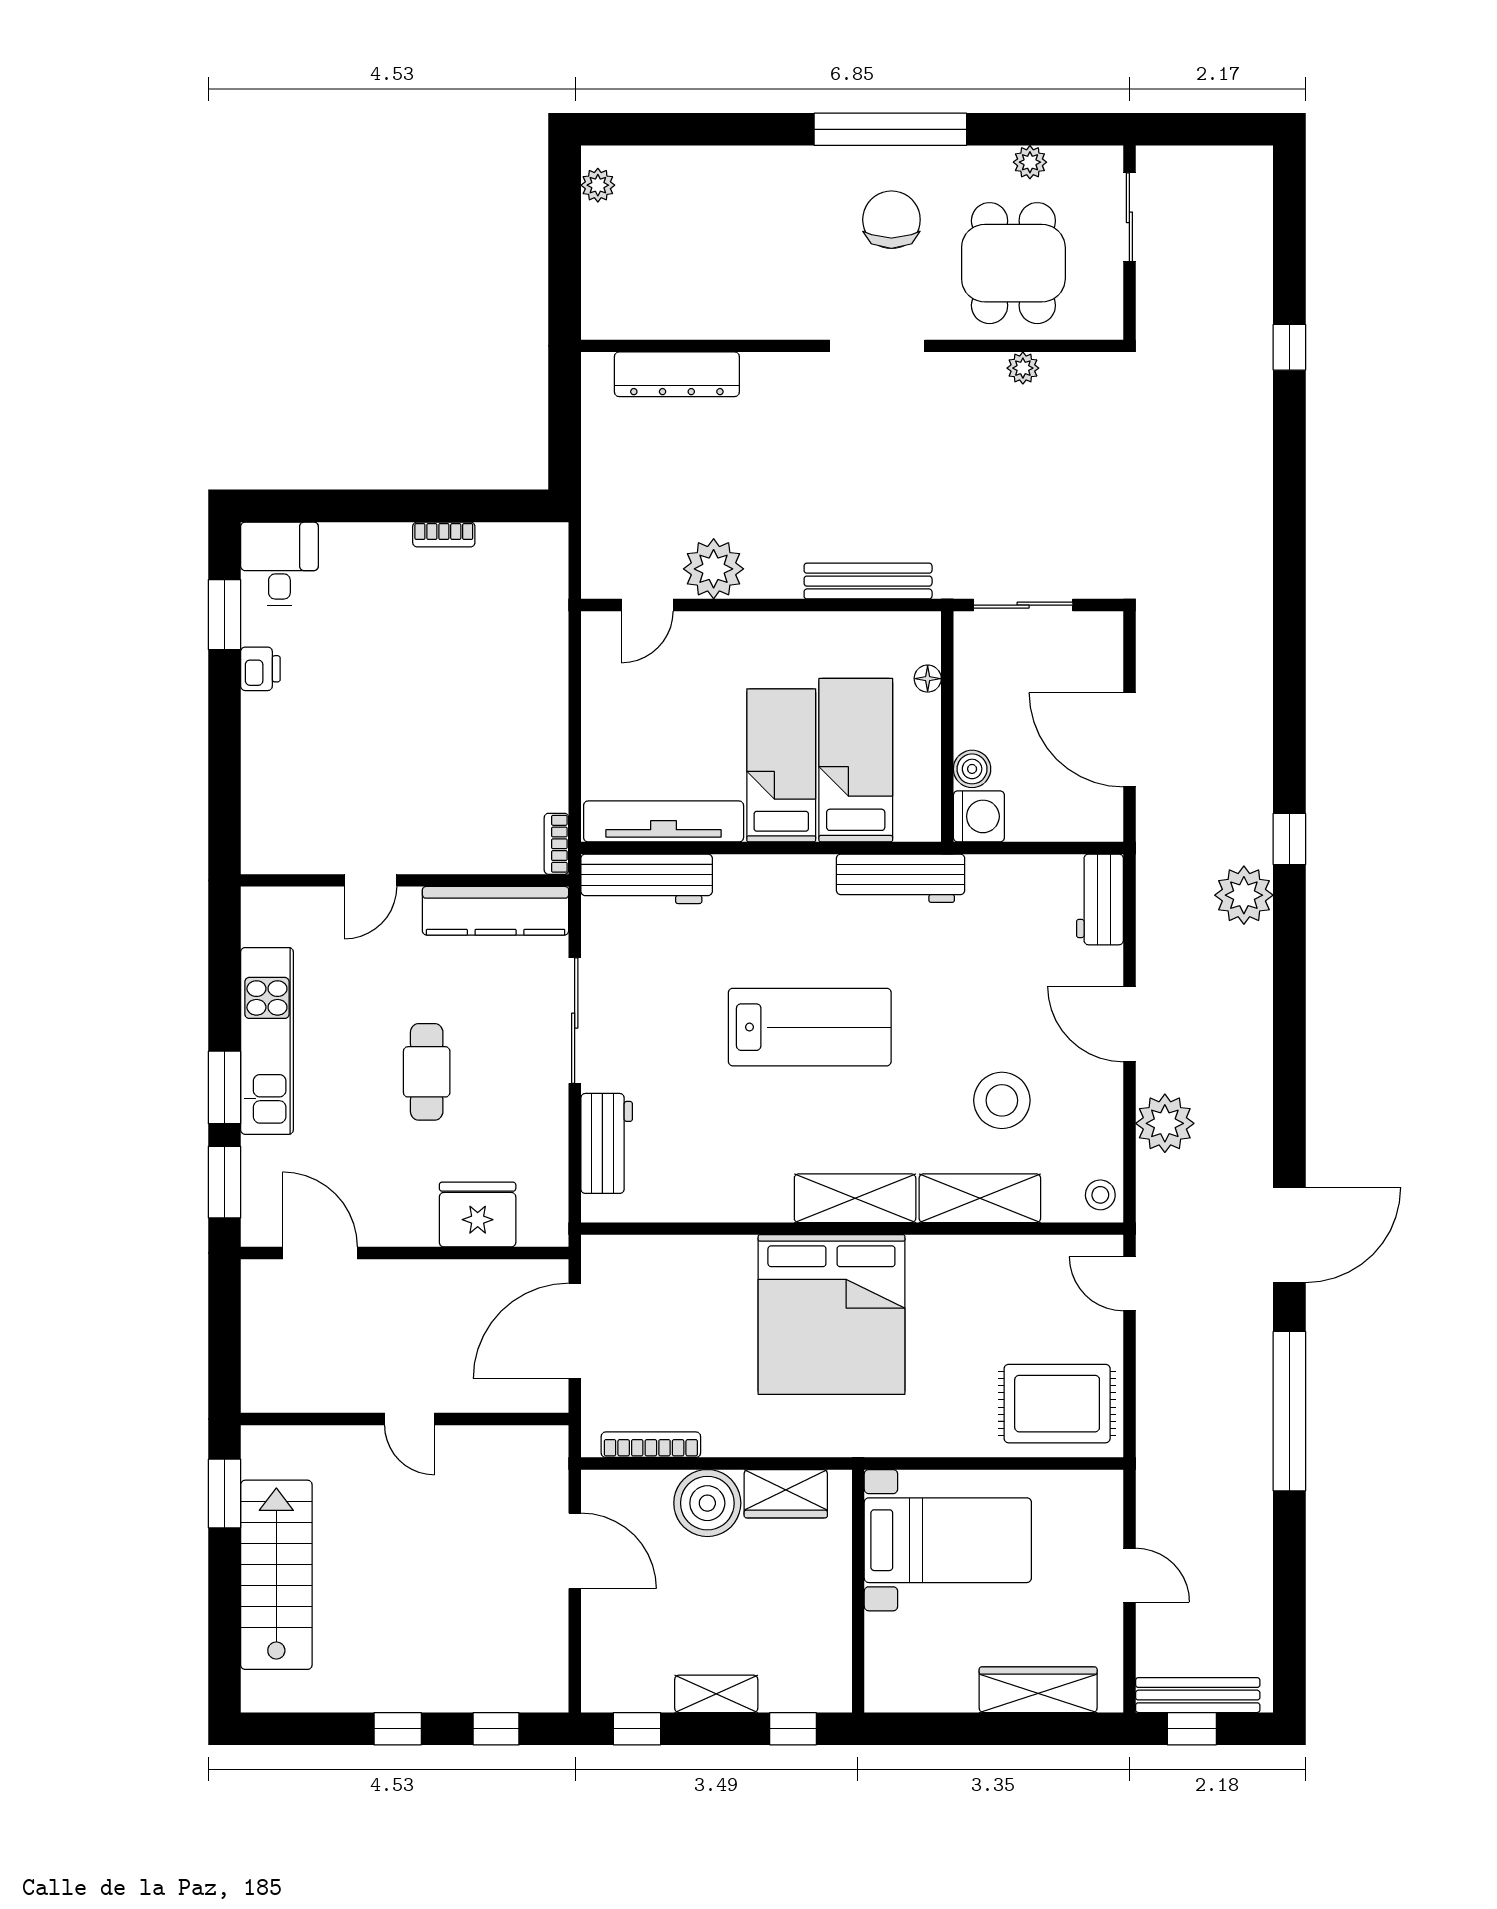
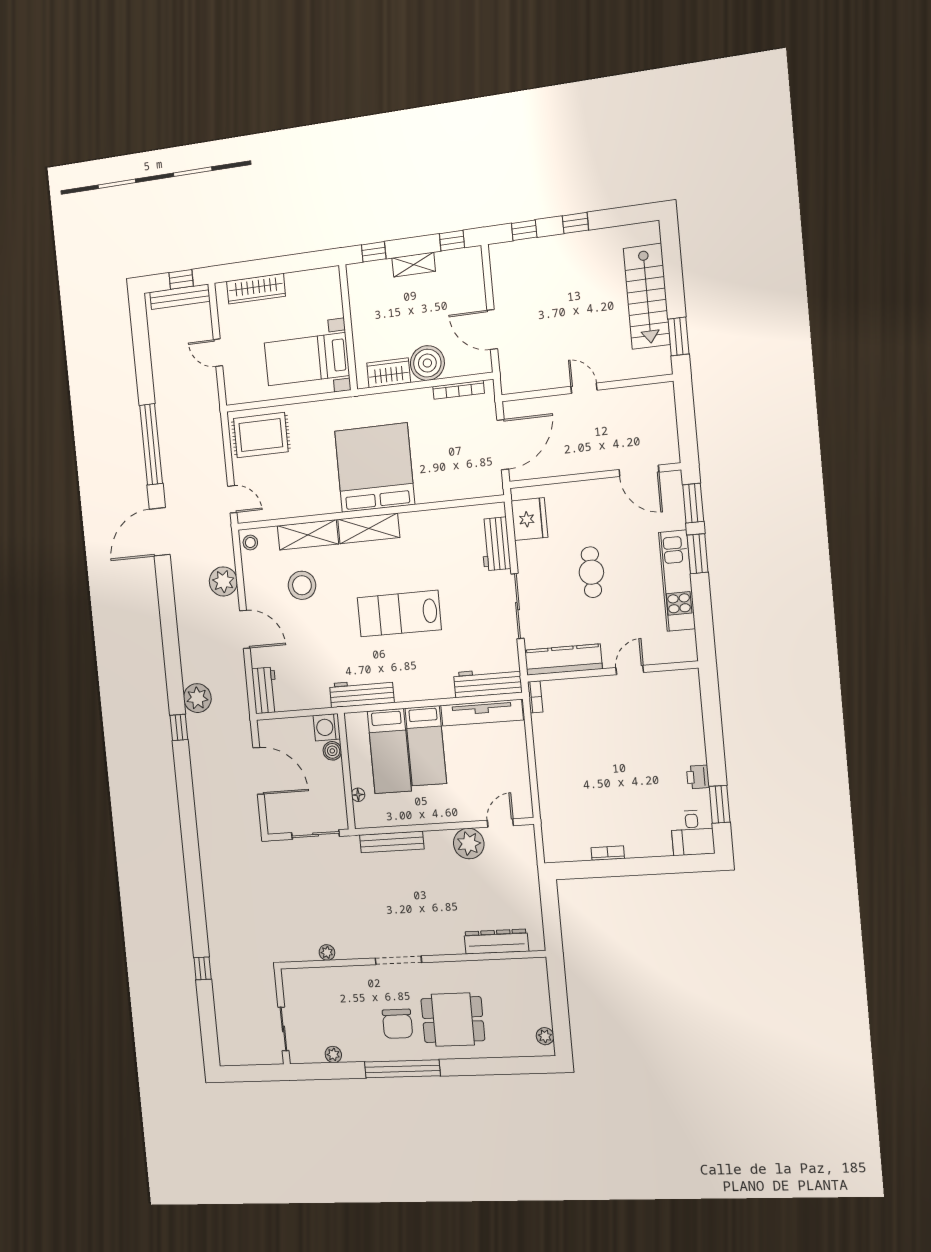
dining table: (1013, 263) -> (453, 1020), moved, turned 90
fridge: (478, 1214) -> (529, 519), moved, turned -90

